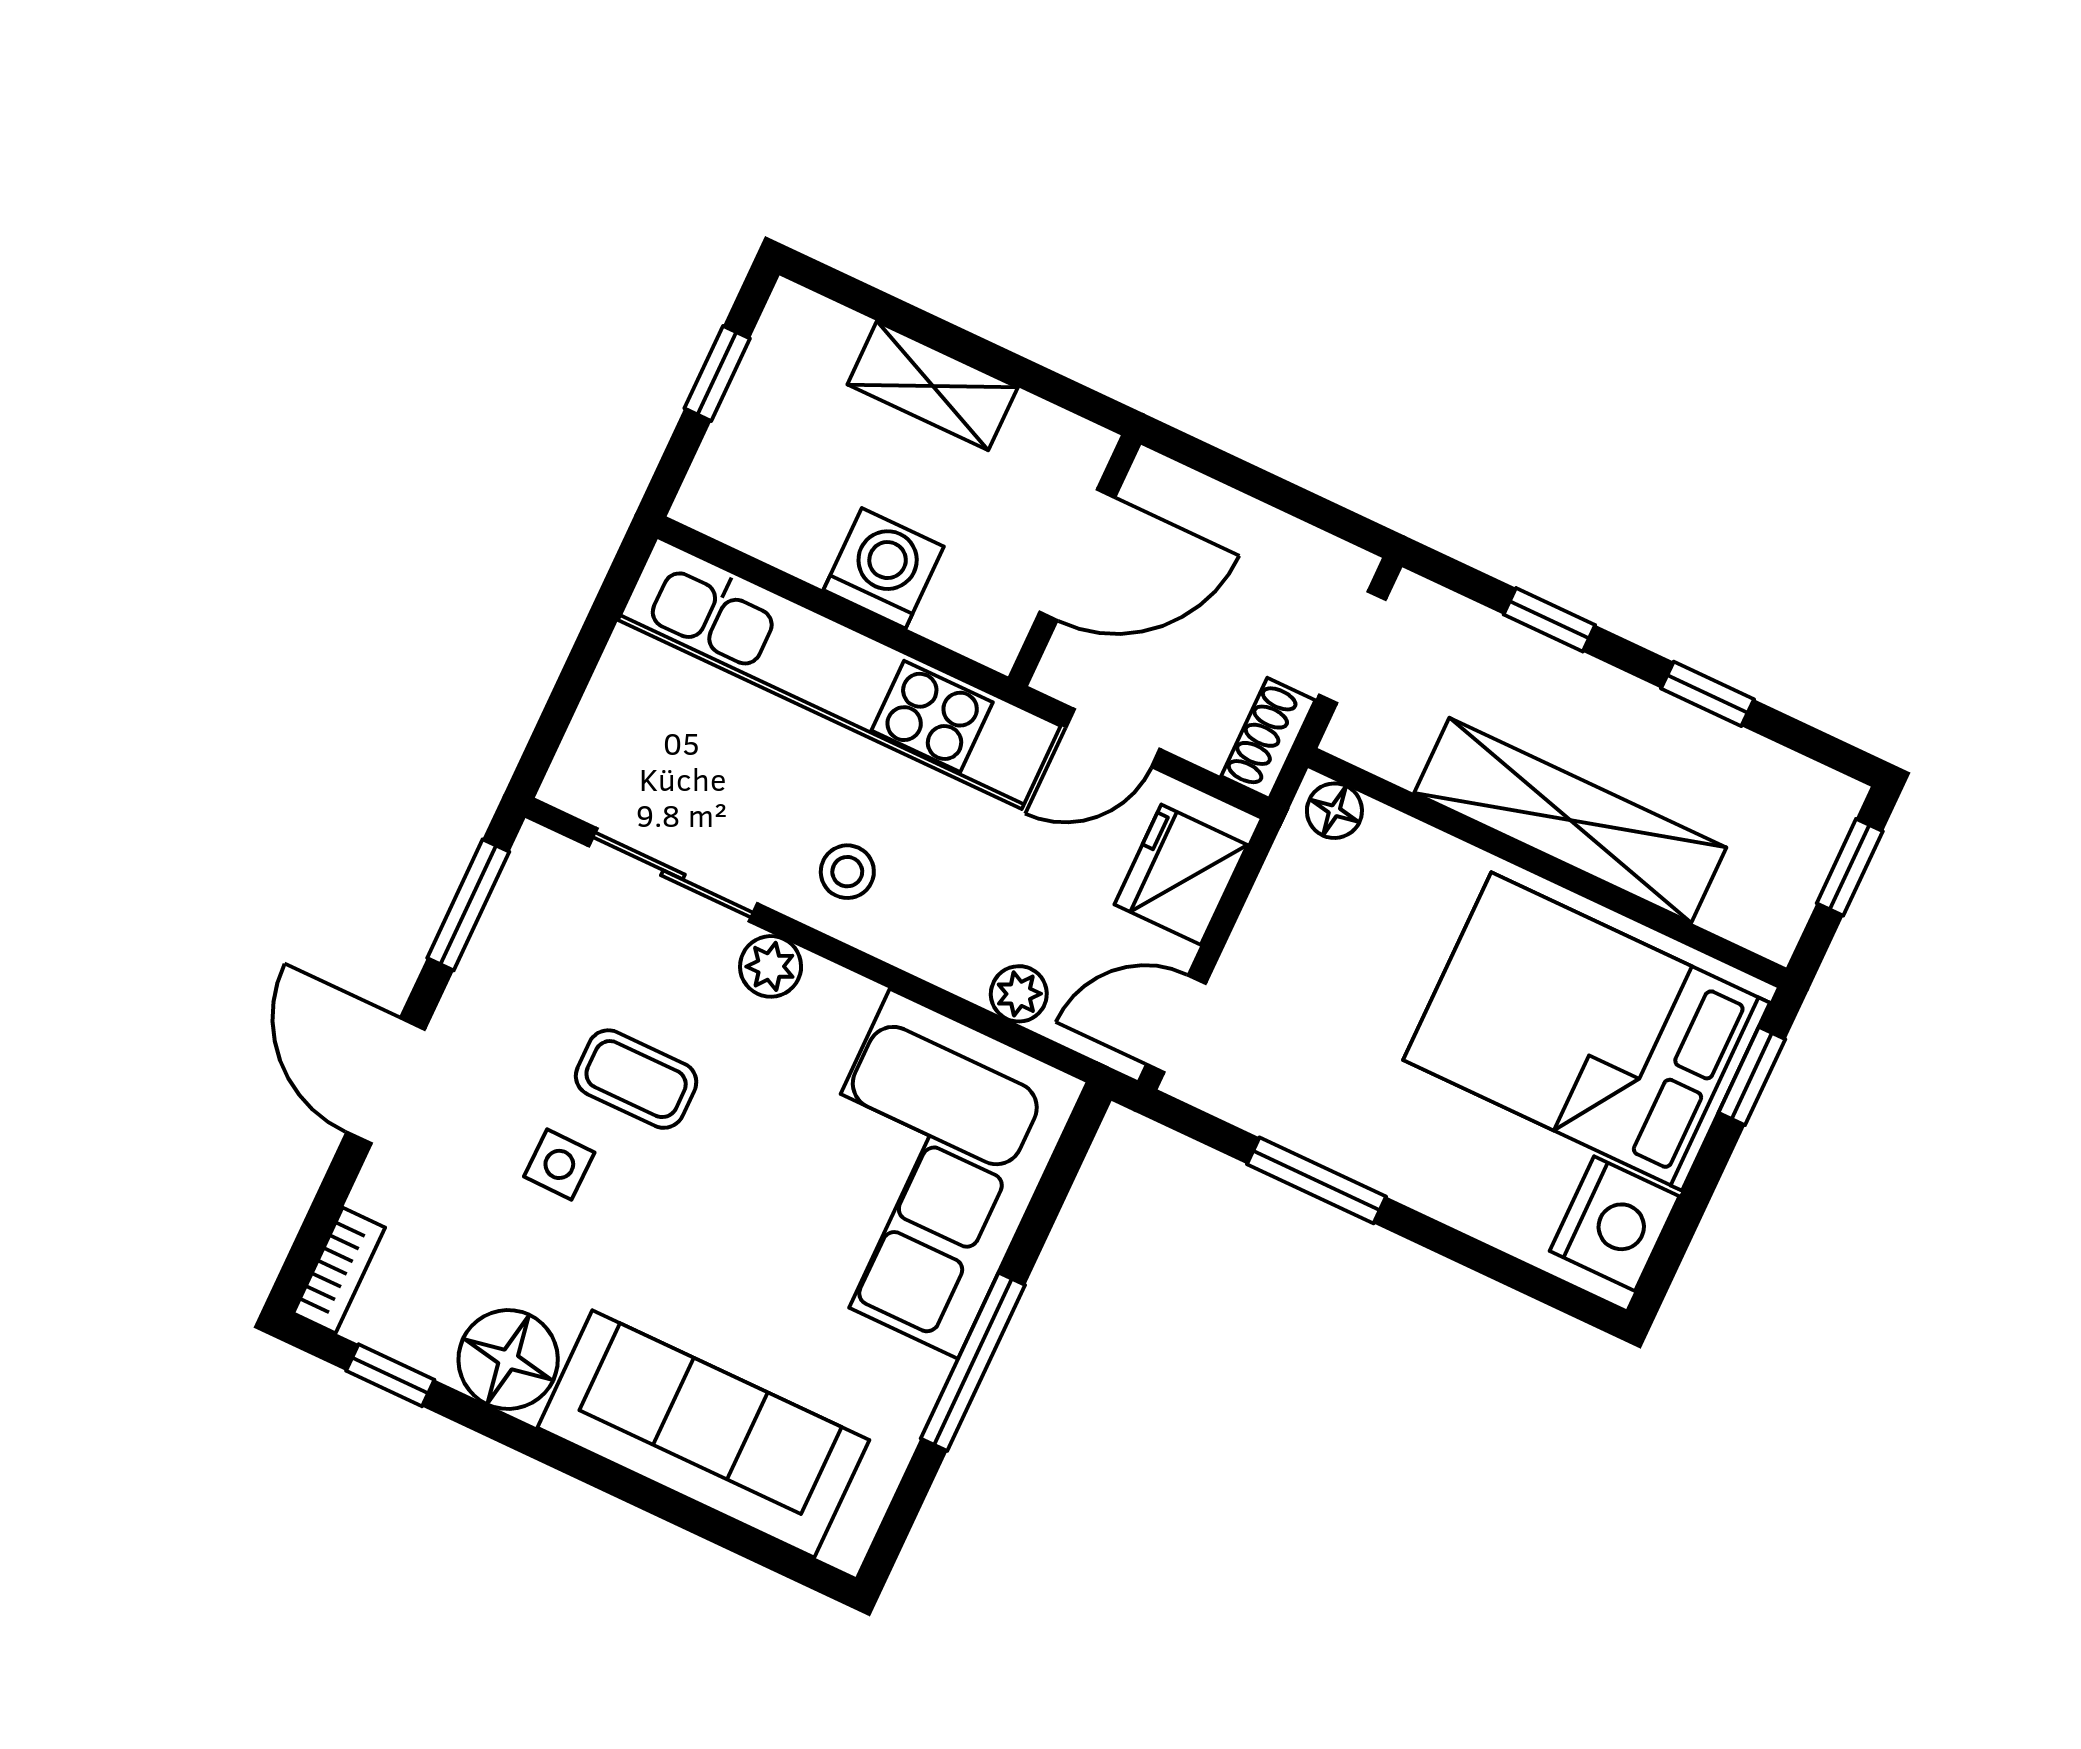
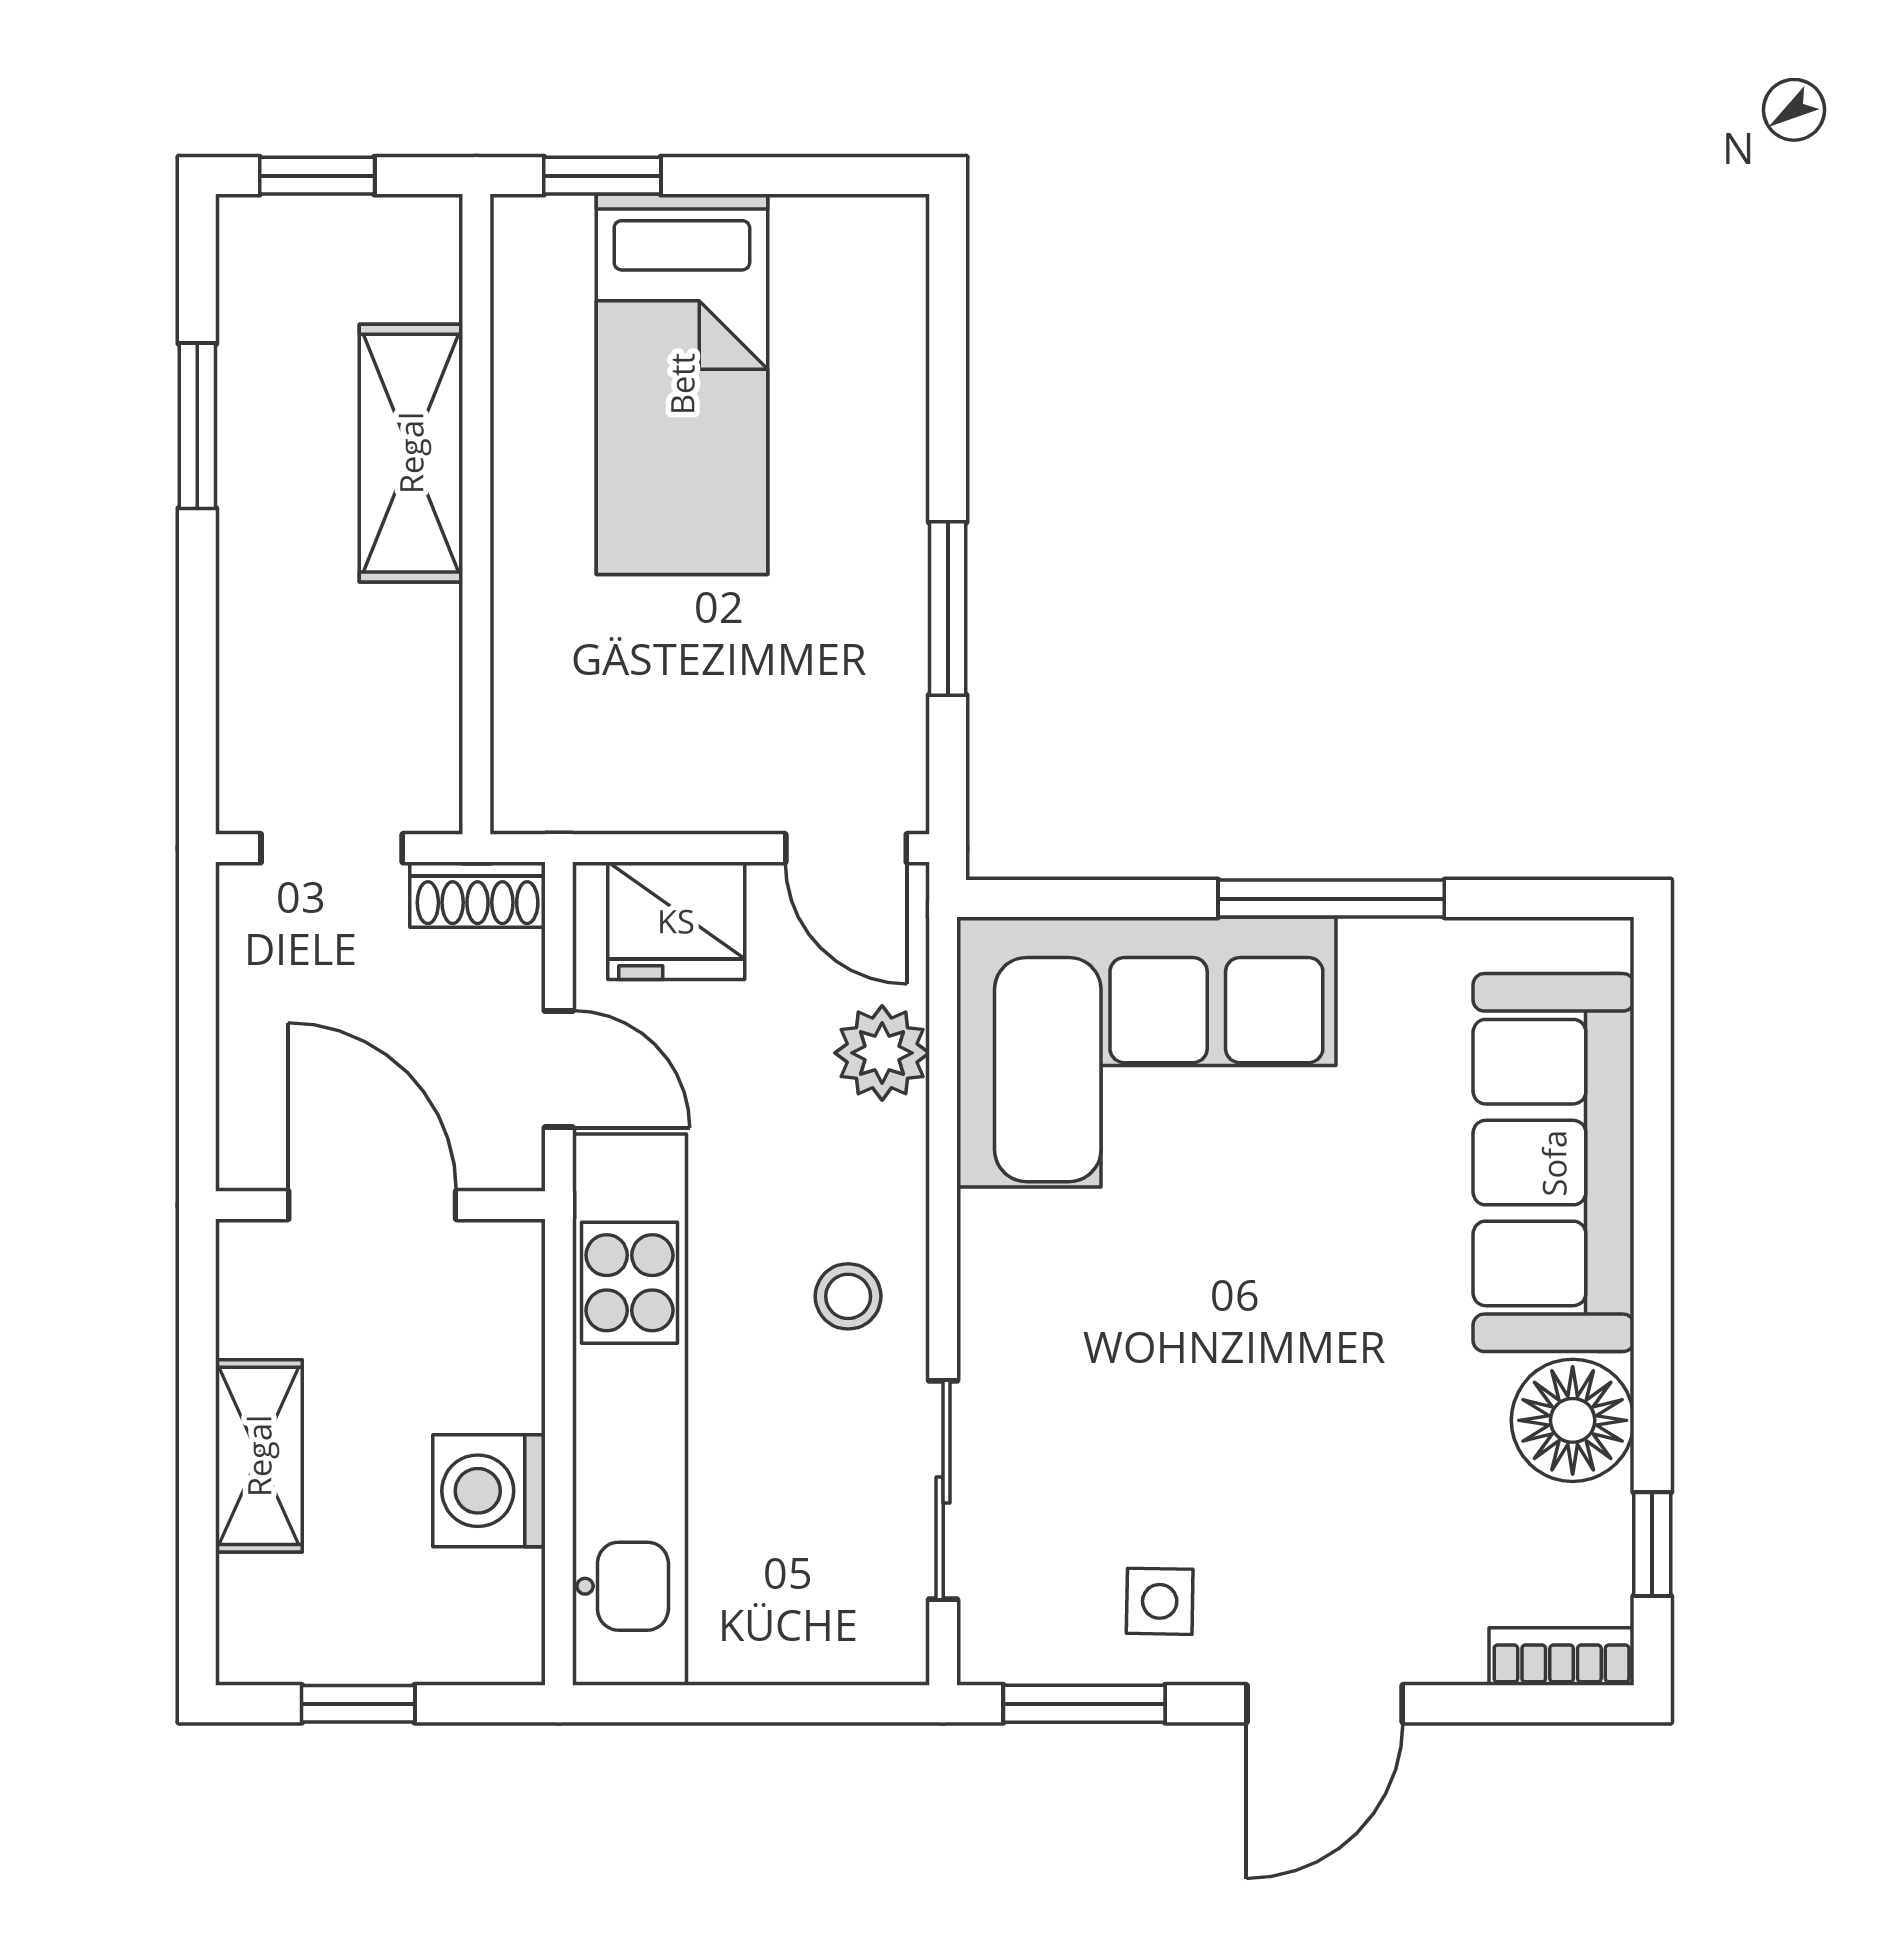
washing machine: (884, 568) -> (489, 1491), moved
window: (1549, 620) -> (197, 642), removed
window: (1707, 694) -> (197, 426), width x1.50
floor lamp: (1334, 811) -> (524, 783), removed
shelving: (1570, 820) -> (411, 453), width x0.68
plant: (771, 966) -> (994, 1333), removed
plant: (1019, 994) -> (882, 1053), width x1.38, depth x1.38
bed: (1587, 1031) -> (682, 384), width x0.67
coffee table: (636, 1079) -> (1191, 1424), removed
side table: (559, 1164) -> (1160, 1601), moved
nightstand: (1614, 1224) -> (840, 252), removed

